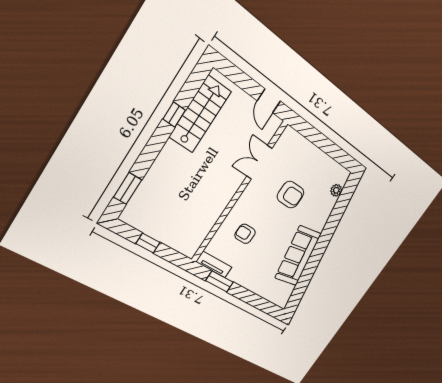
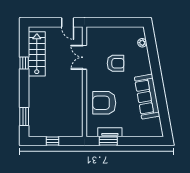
armchair: (245, 234) -> (104, 103), width x1.88, depth x1.88
tv unit: (214, 264) -> (110, 132), moved

